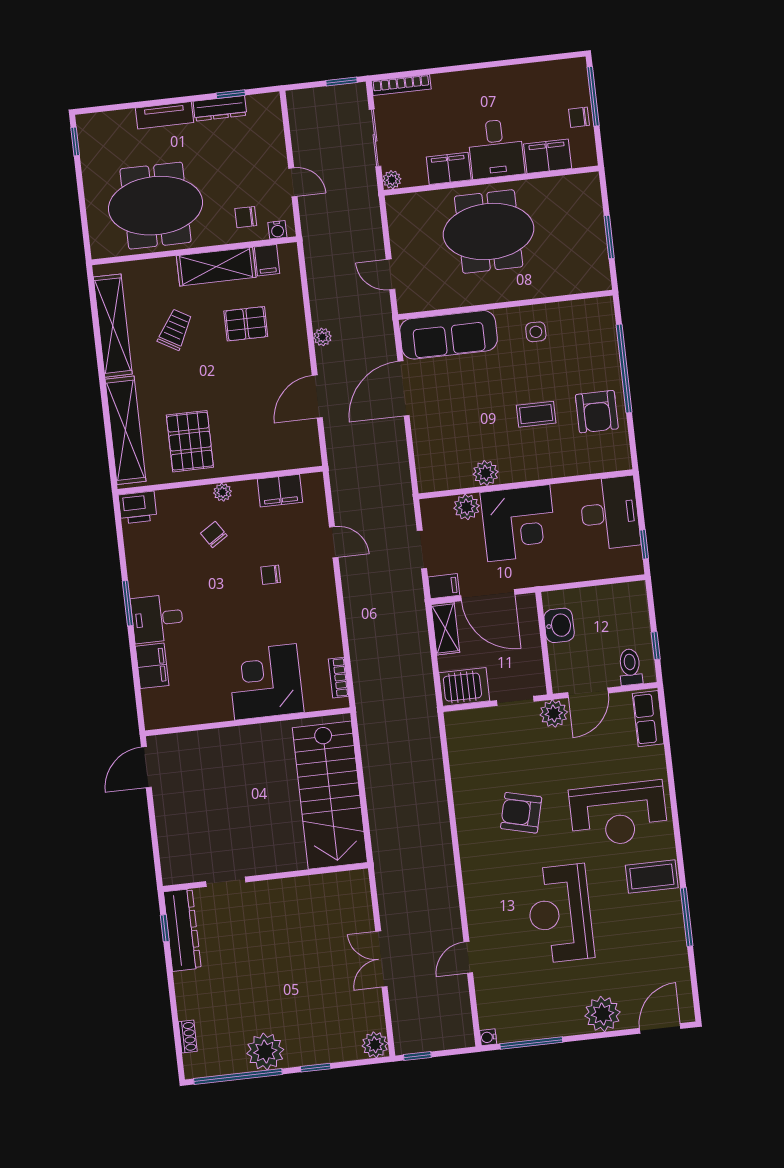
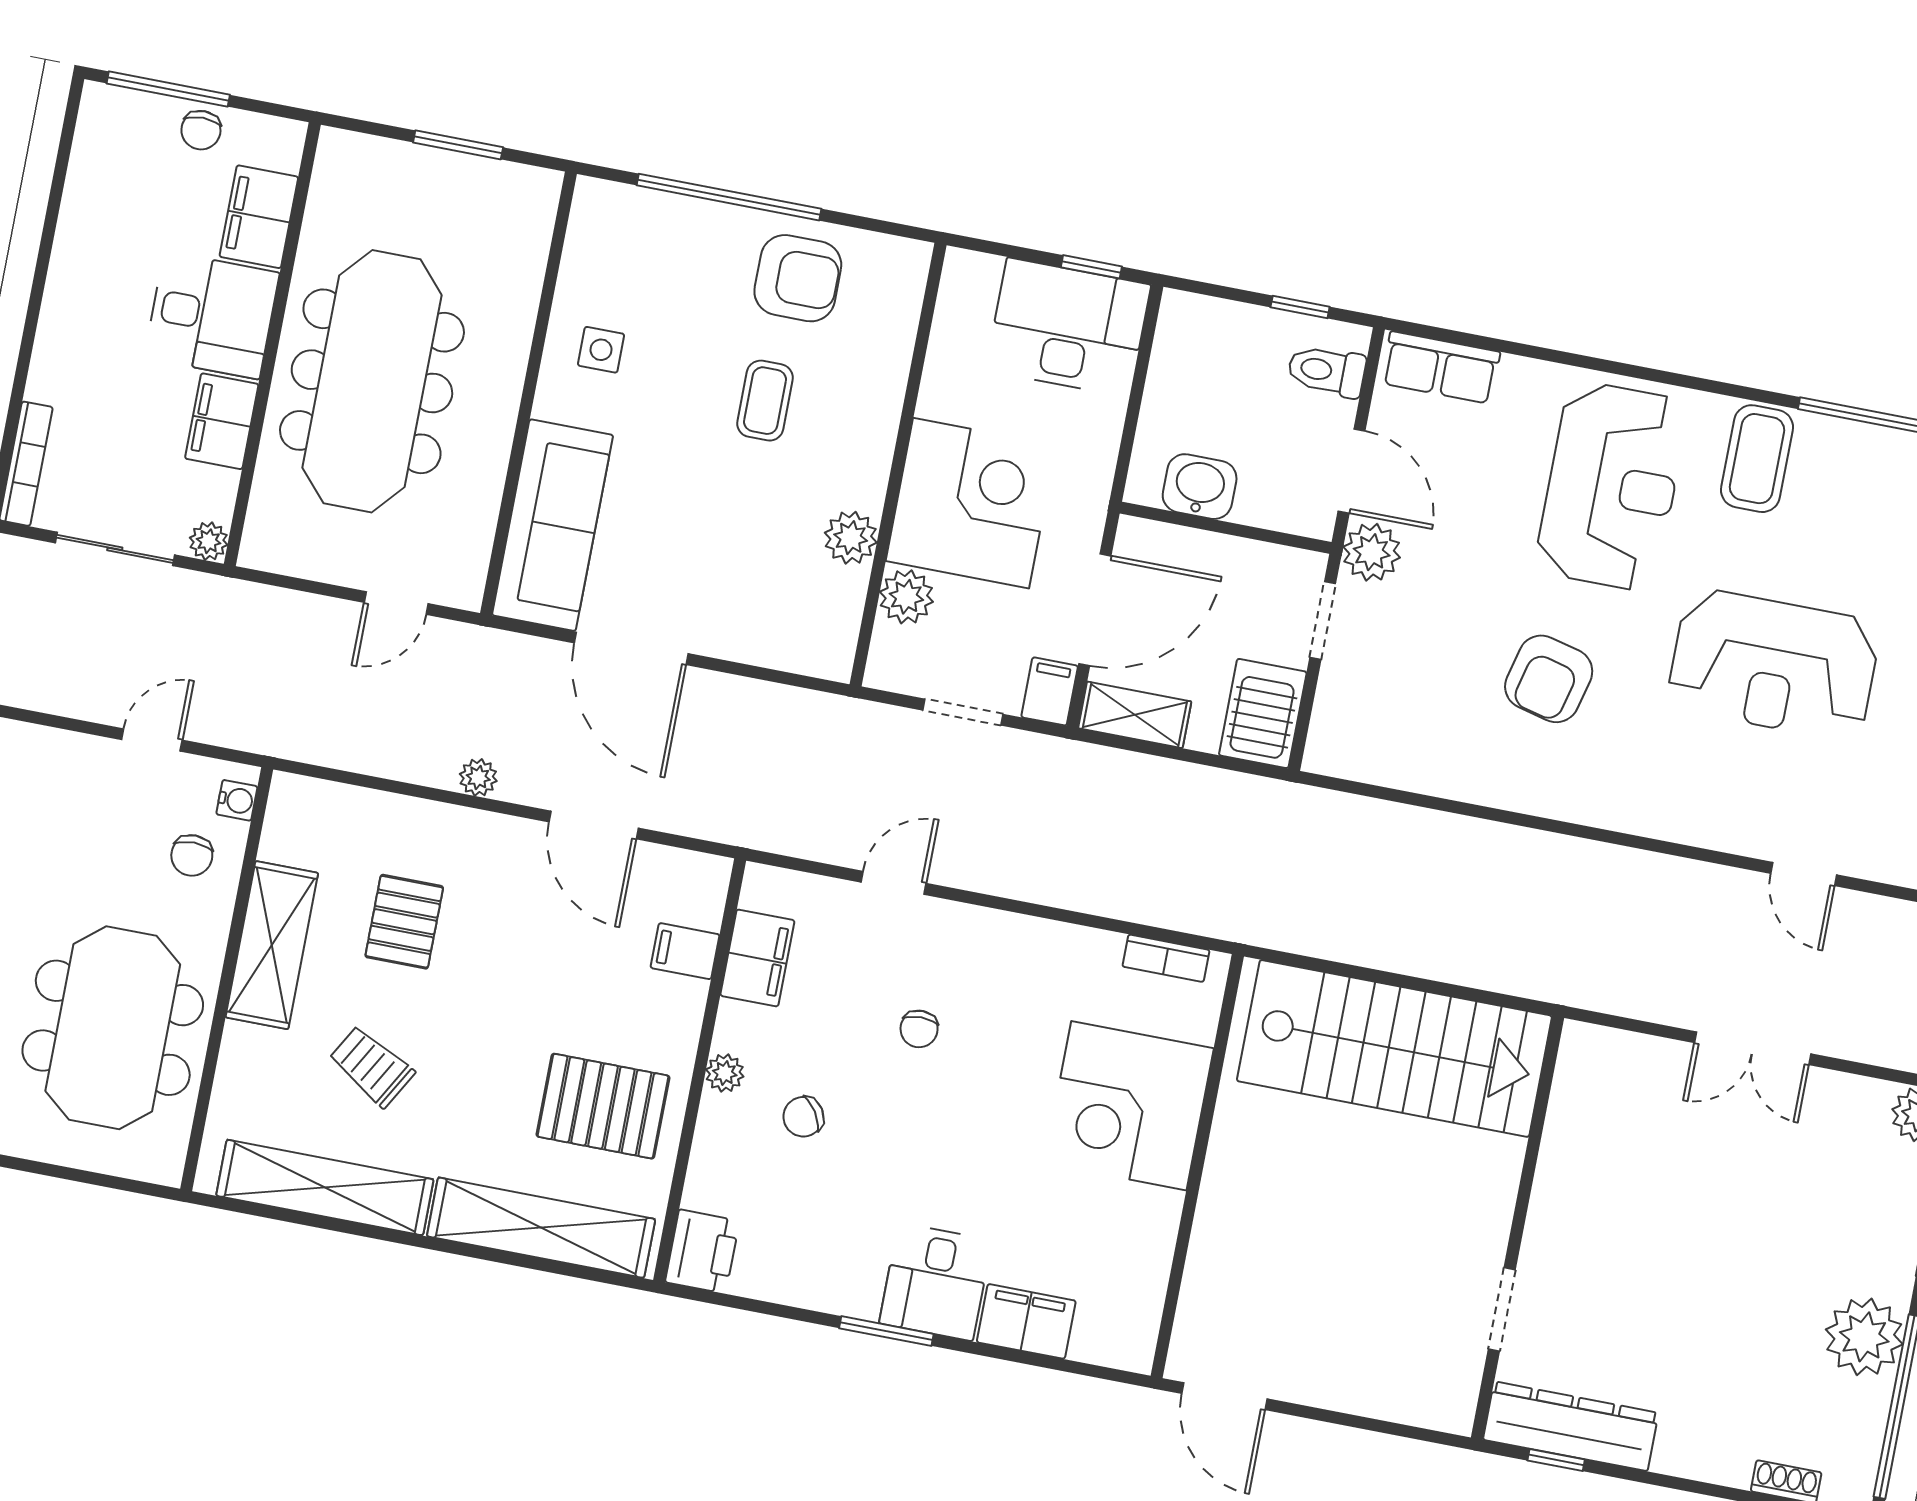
meeting table: (489, 232) -> (372, 381), width x1.36
filing cabinet: (267, 260) -> (685, 951), moved, turned 180
desk: (610, 513) -> (1068, 327), moved

